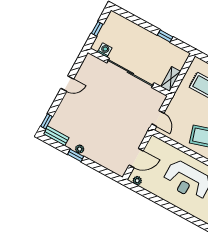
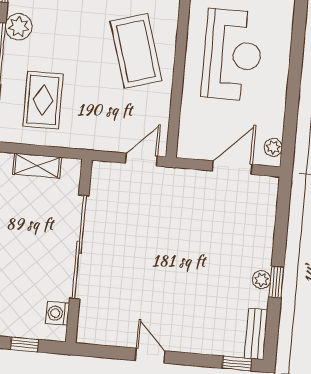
shelving: (171, 79) -> (37, 166), moved
door: (136, 158) -> (232, 168), hinge flipped

